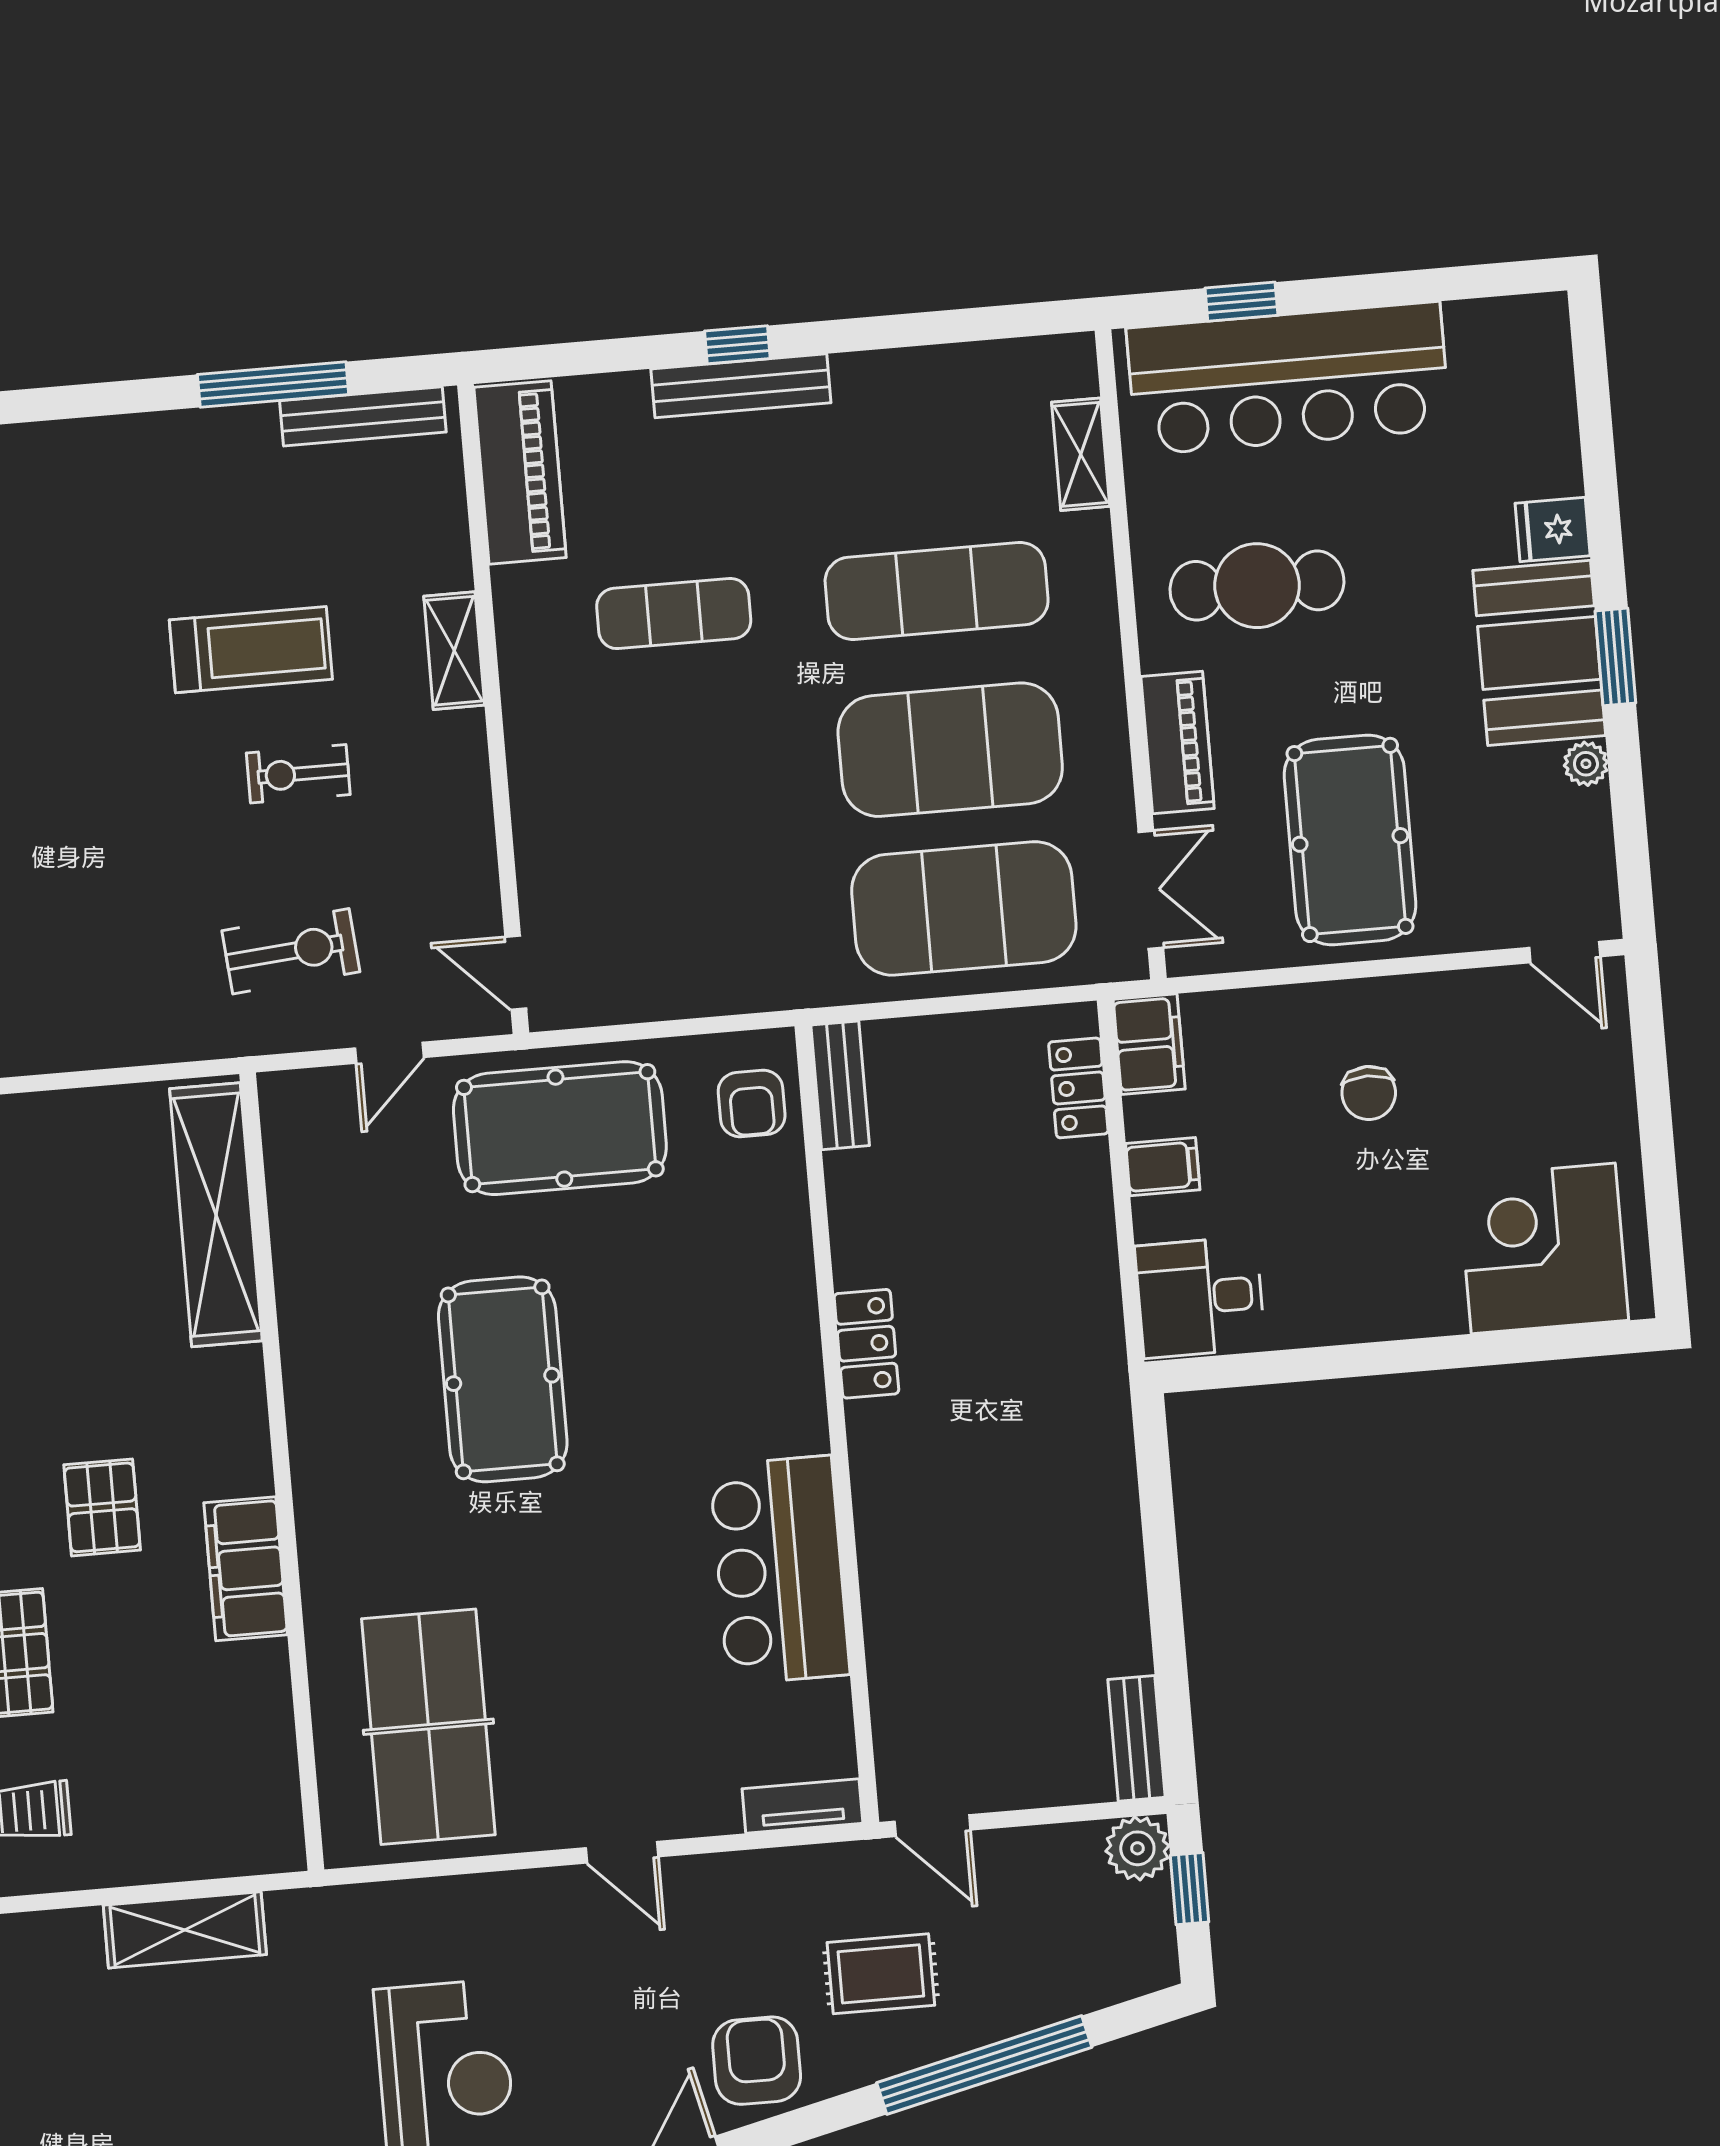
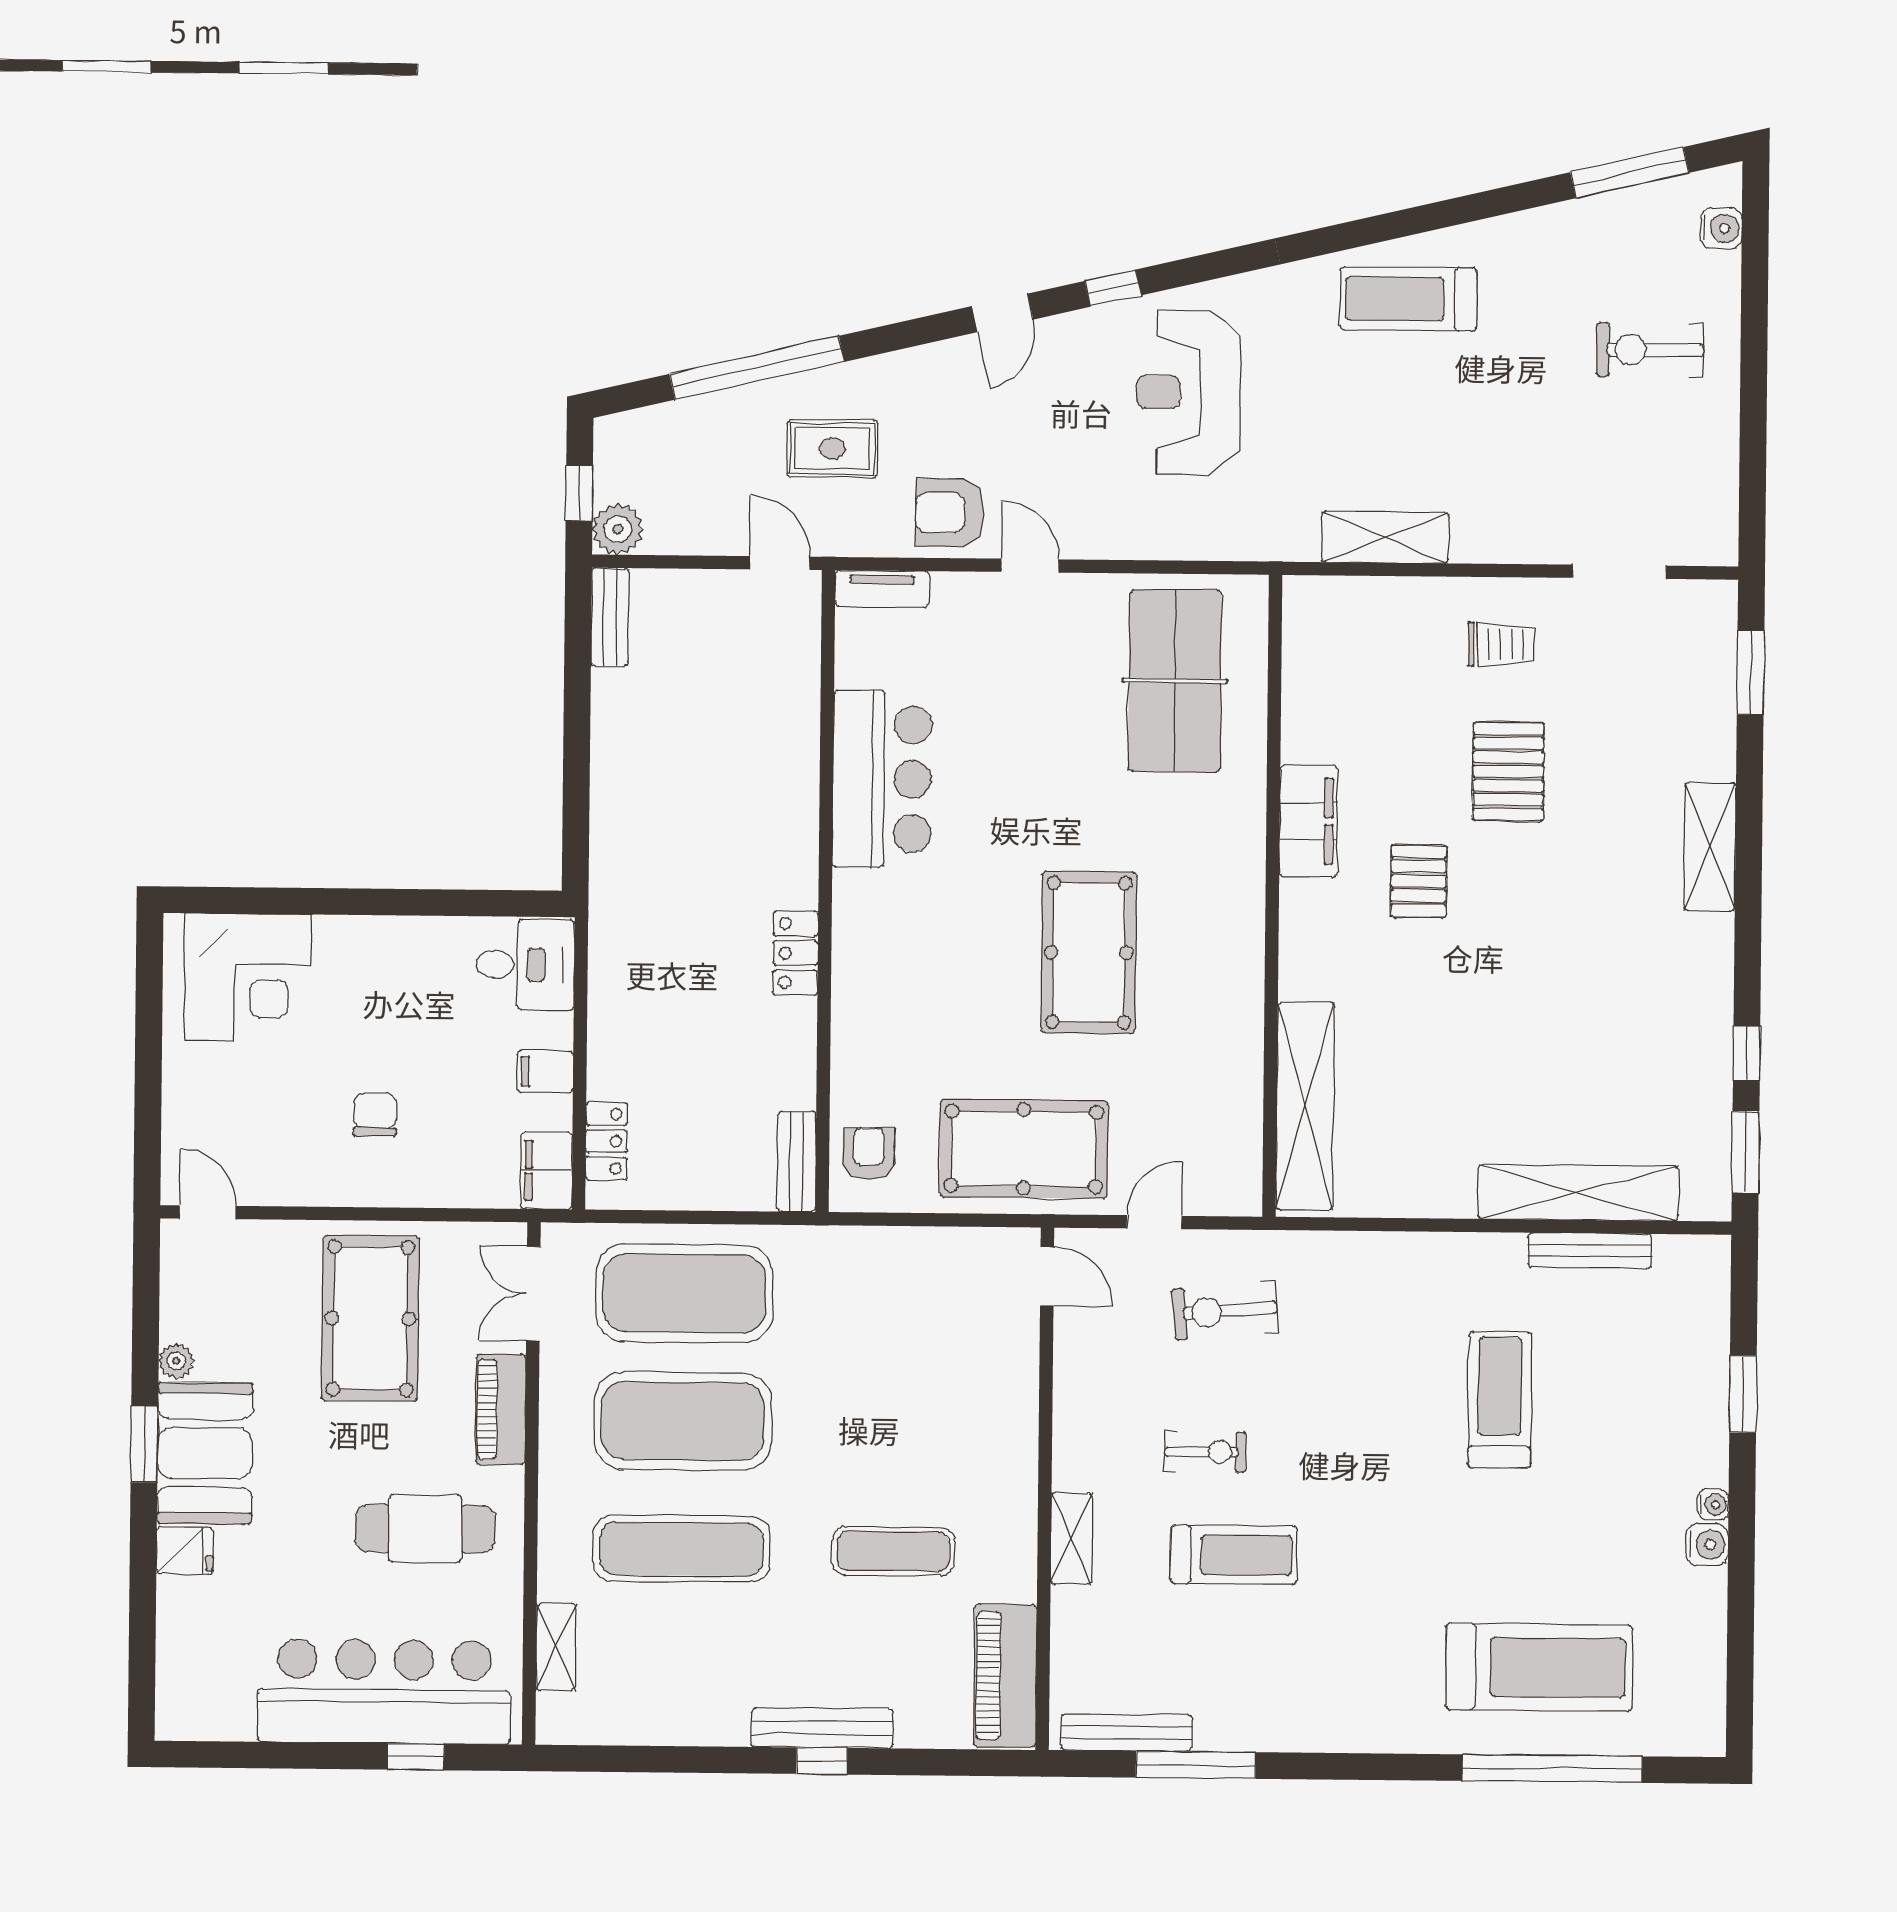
treadmill: (251, 650) -> (1234, 1555), turned 180
armchair: (757, 2061) -> (950, 513), moved, turned 90

